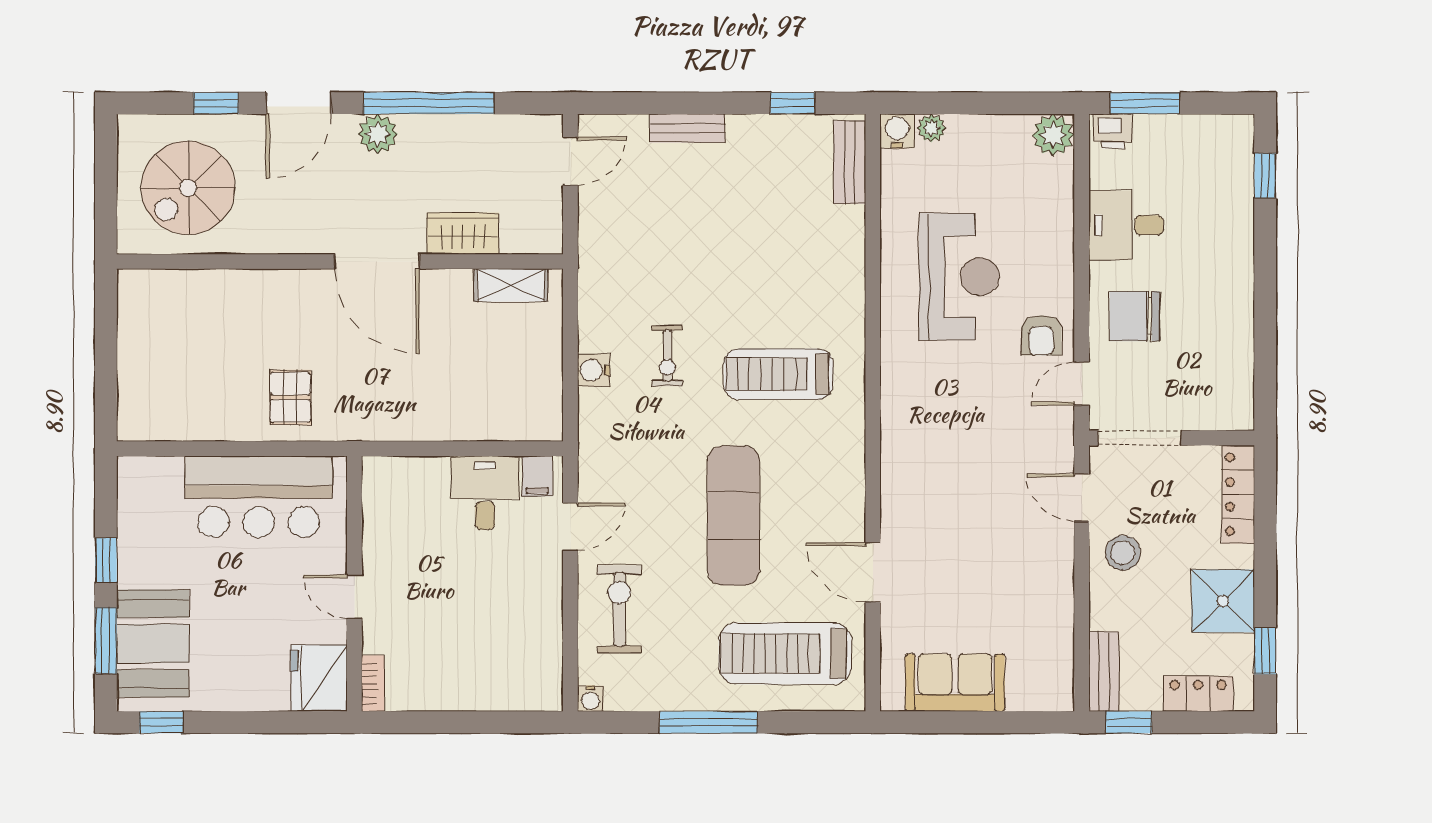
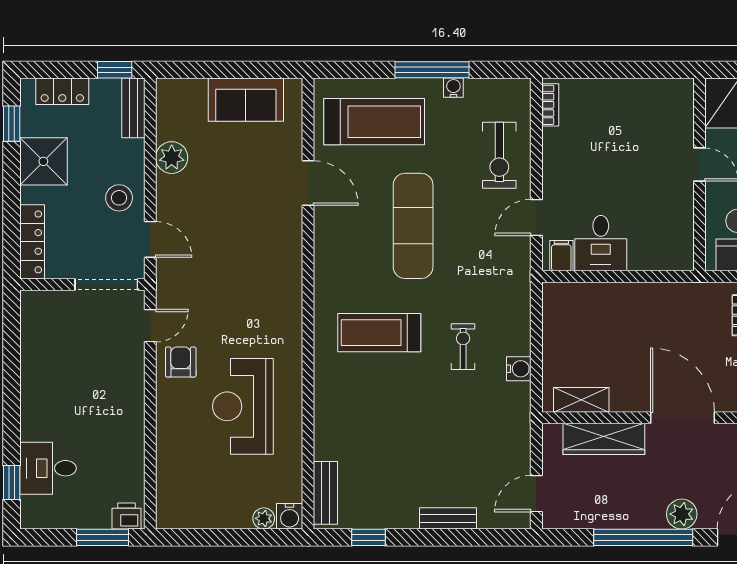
plant: (1053, 135) -> (172, 158), moved
desk: (1126, 225) -> (48, 468), moved, turned 180
wardrobe: (463, 233) -> (604, 439), width x1.50
chair: (1135, 316) -> (110, 376), removed
water cooler: (594, 370) -> (519, 369), moved
treadmill: (778, 374) -> (379, 333), turned 180
bookcase: (373, 683) -> (550, 105), moved, turned 180
water cooler: (590, 699) -> (453, 88), moved

